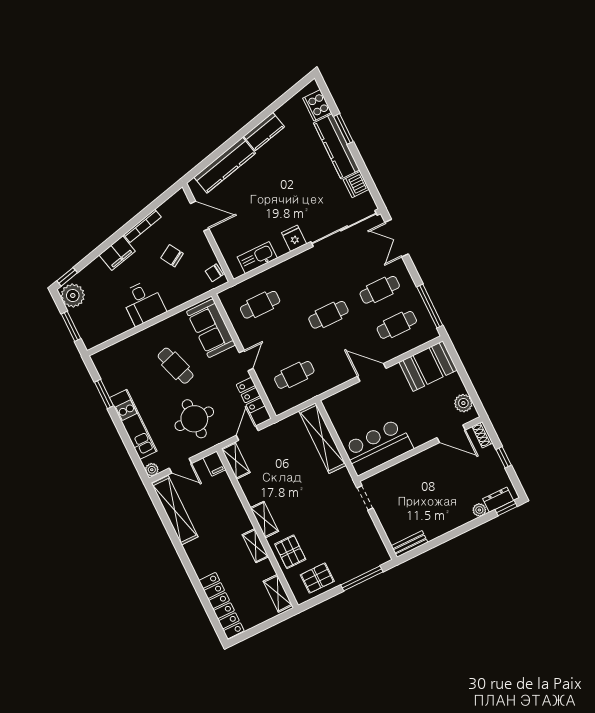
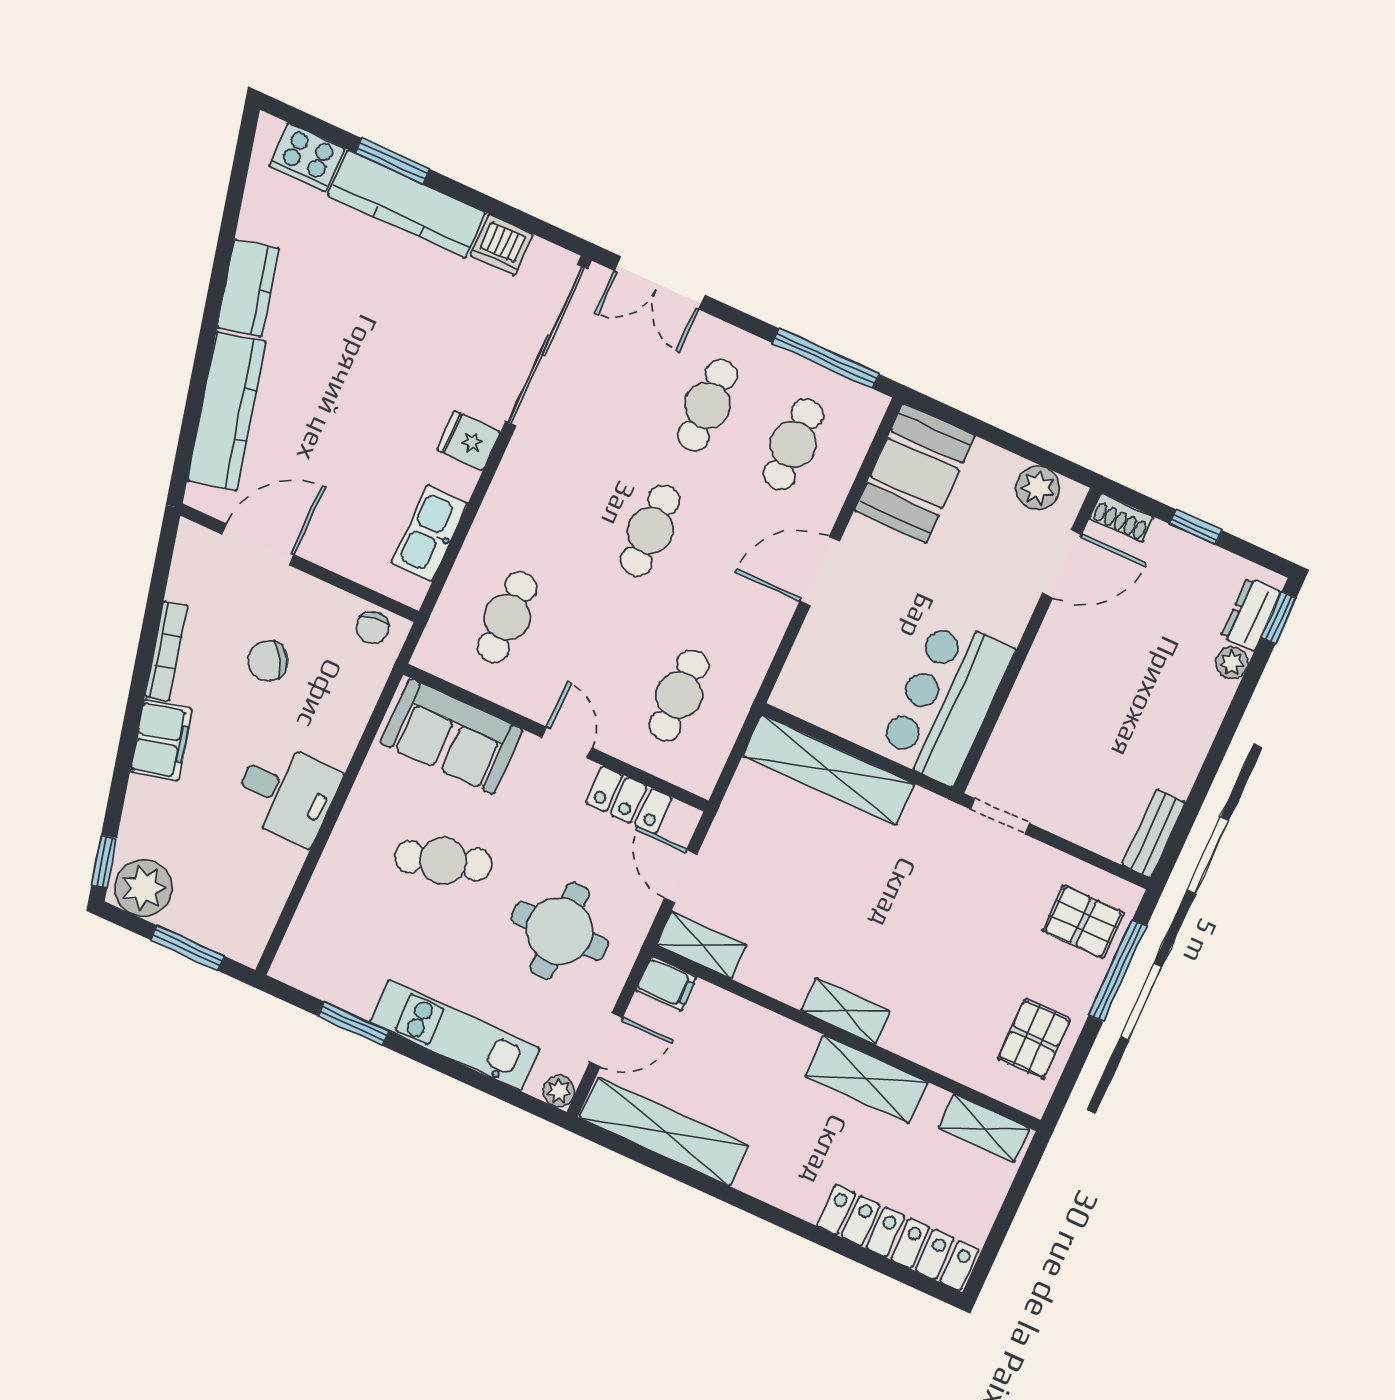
shelving: (255, 546) -> (866, 1079), width x1.50, depth x1.33
pallet: (290, 552) -> (1083, 922), moved

